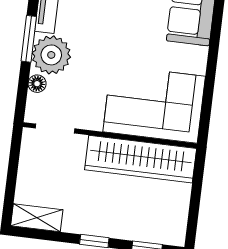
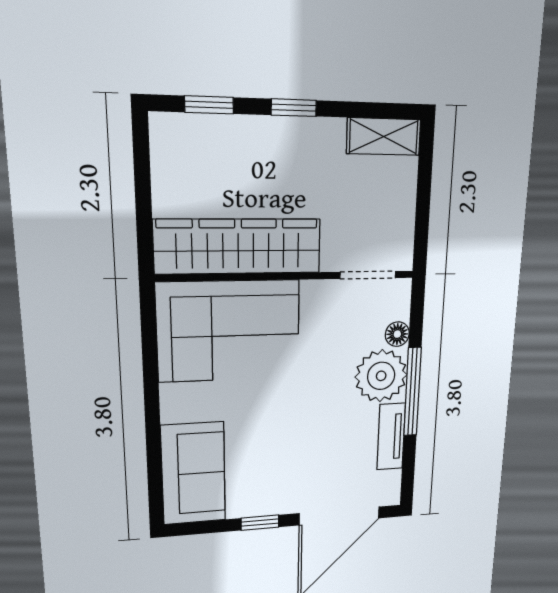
window: (29, 39) -> (412, 392), width x1.44

